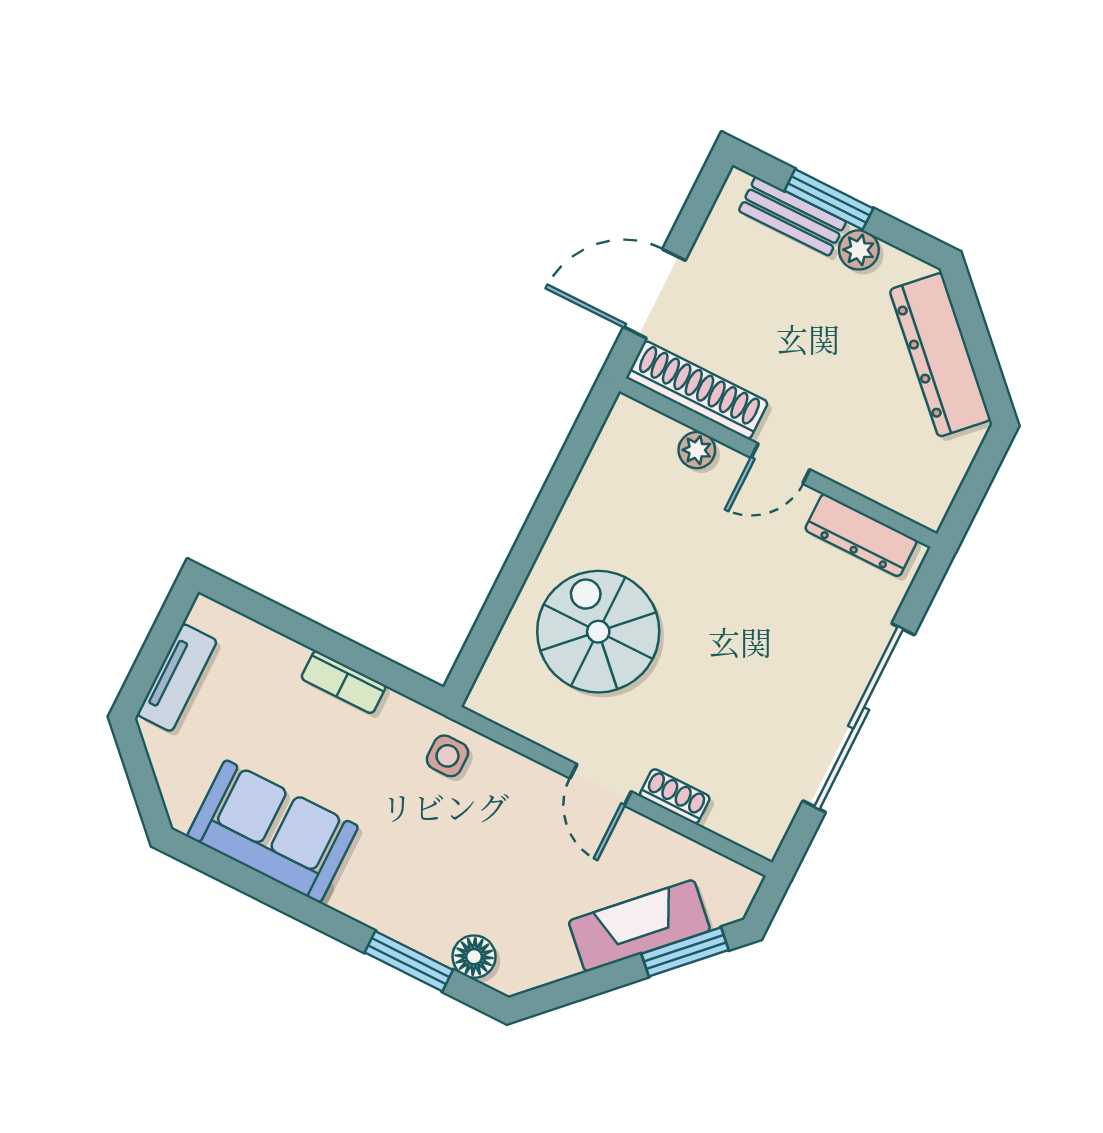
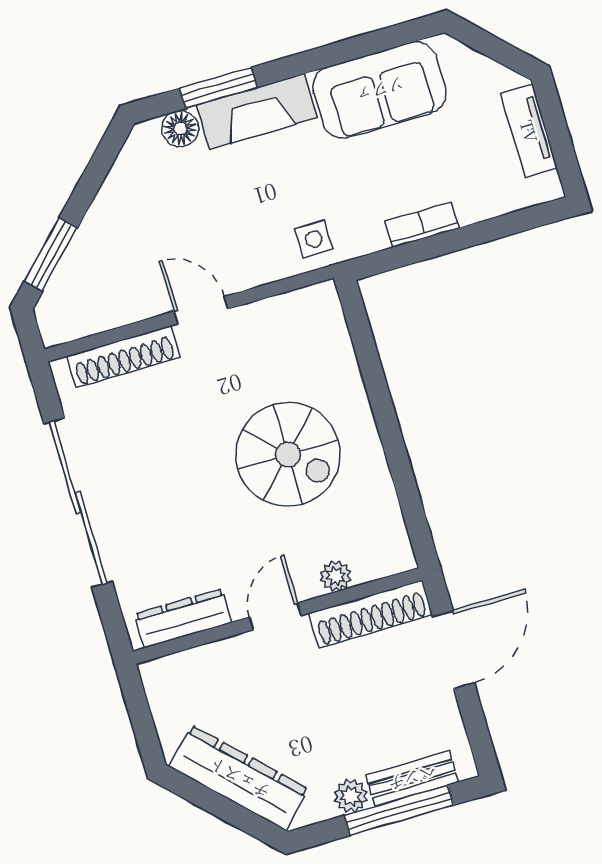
window: (829, 199) -> (399, 810), width x1.44
spiral stairs: (598, 632) -> (288, 454), moved
shoe rack: (675, 796) -> (123, 357), width x1.94, depth x1.24
fireplace: (639, 926) -> (257, 112), moved, turned 45

